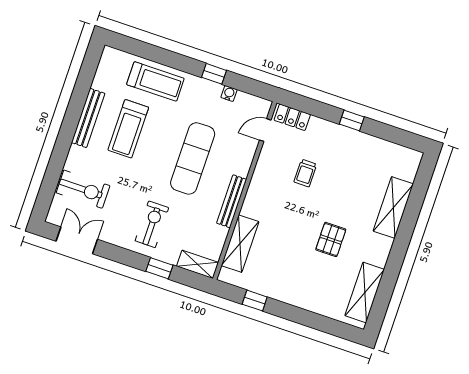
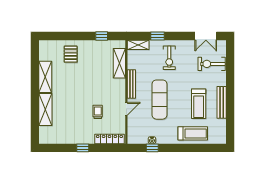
window: (214, 74) -> (152, 148), moved
treadmill: (155, 81) -> (193, 133), turned 180
locker: (292, 117) -> (109, 139), width x1.53
treadmill: (128, 129) -> (199, 104), turned 180
door: (265, 130) -> (126, 109), moved
pallet: (331, 239) -> (71, 54), moved
shelving: (365, 292) -> (45, 77), moved

